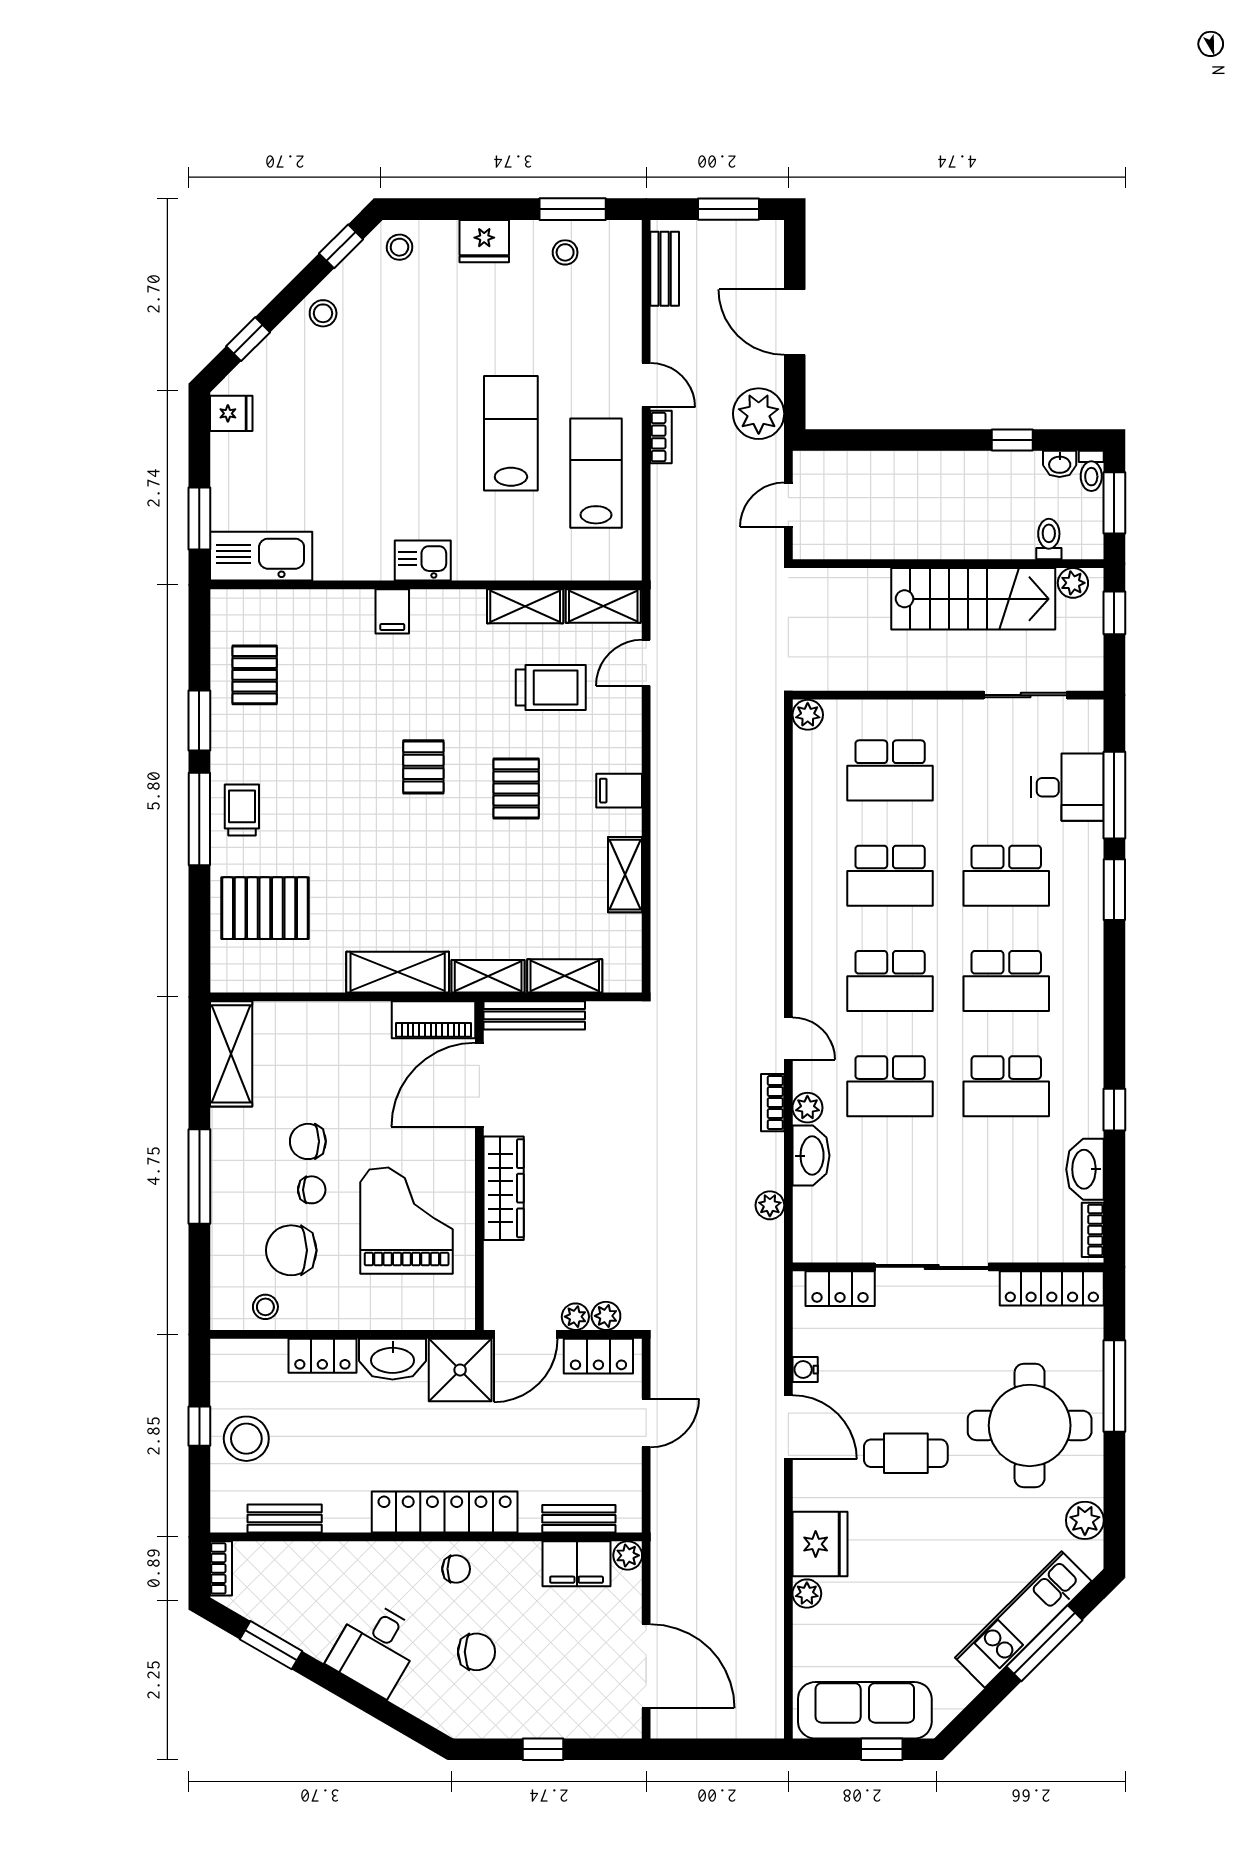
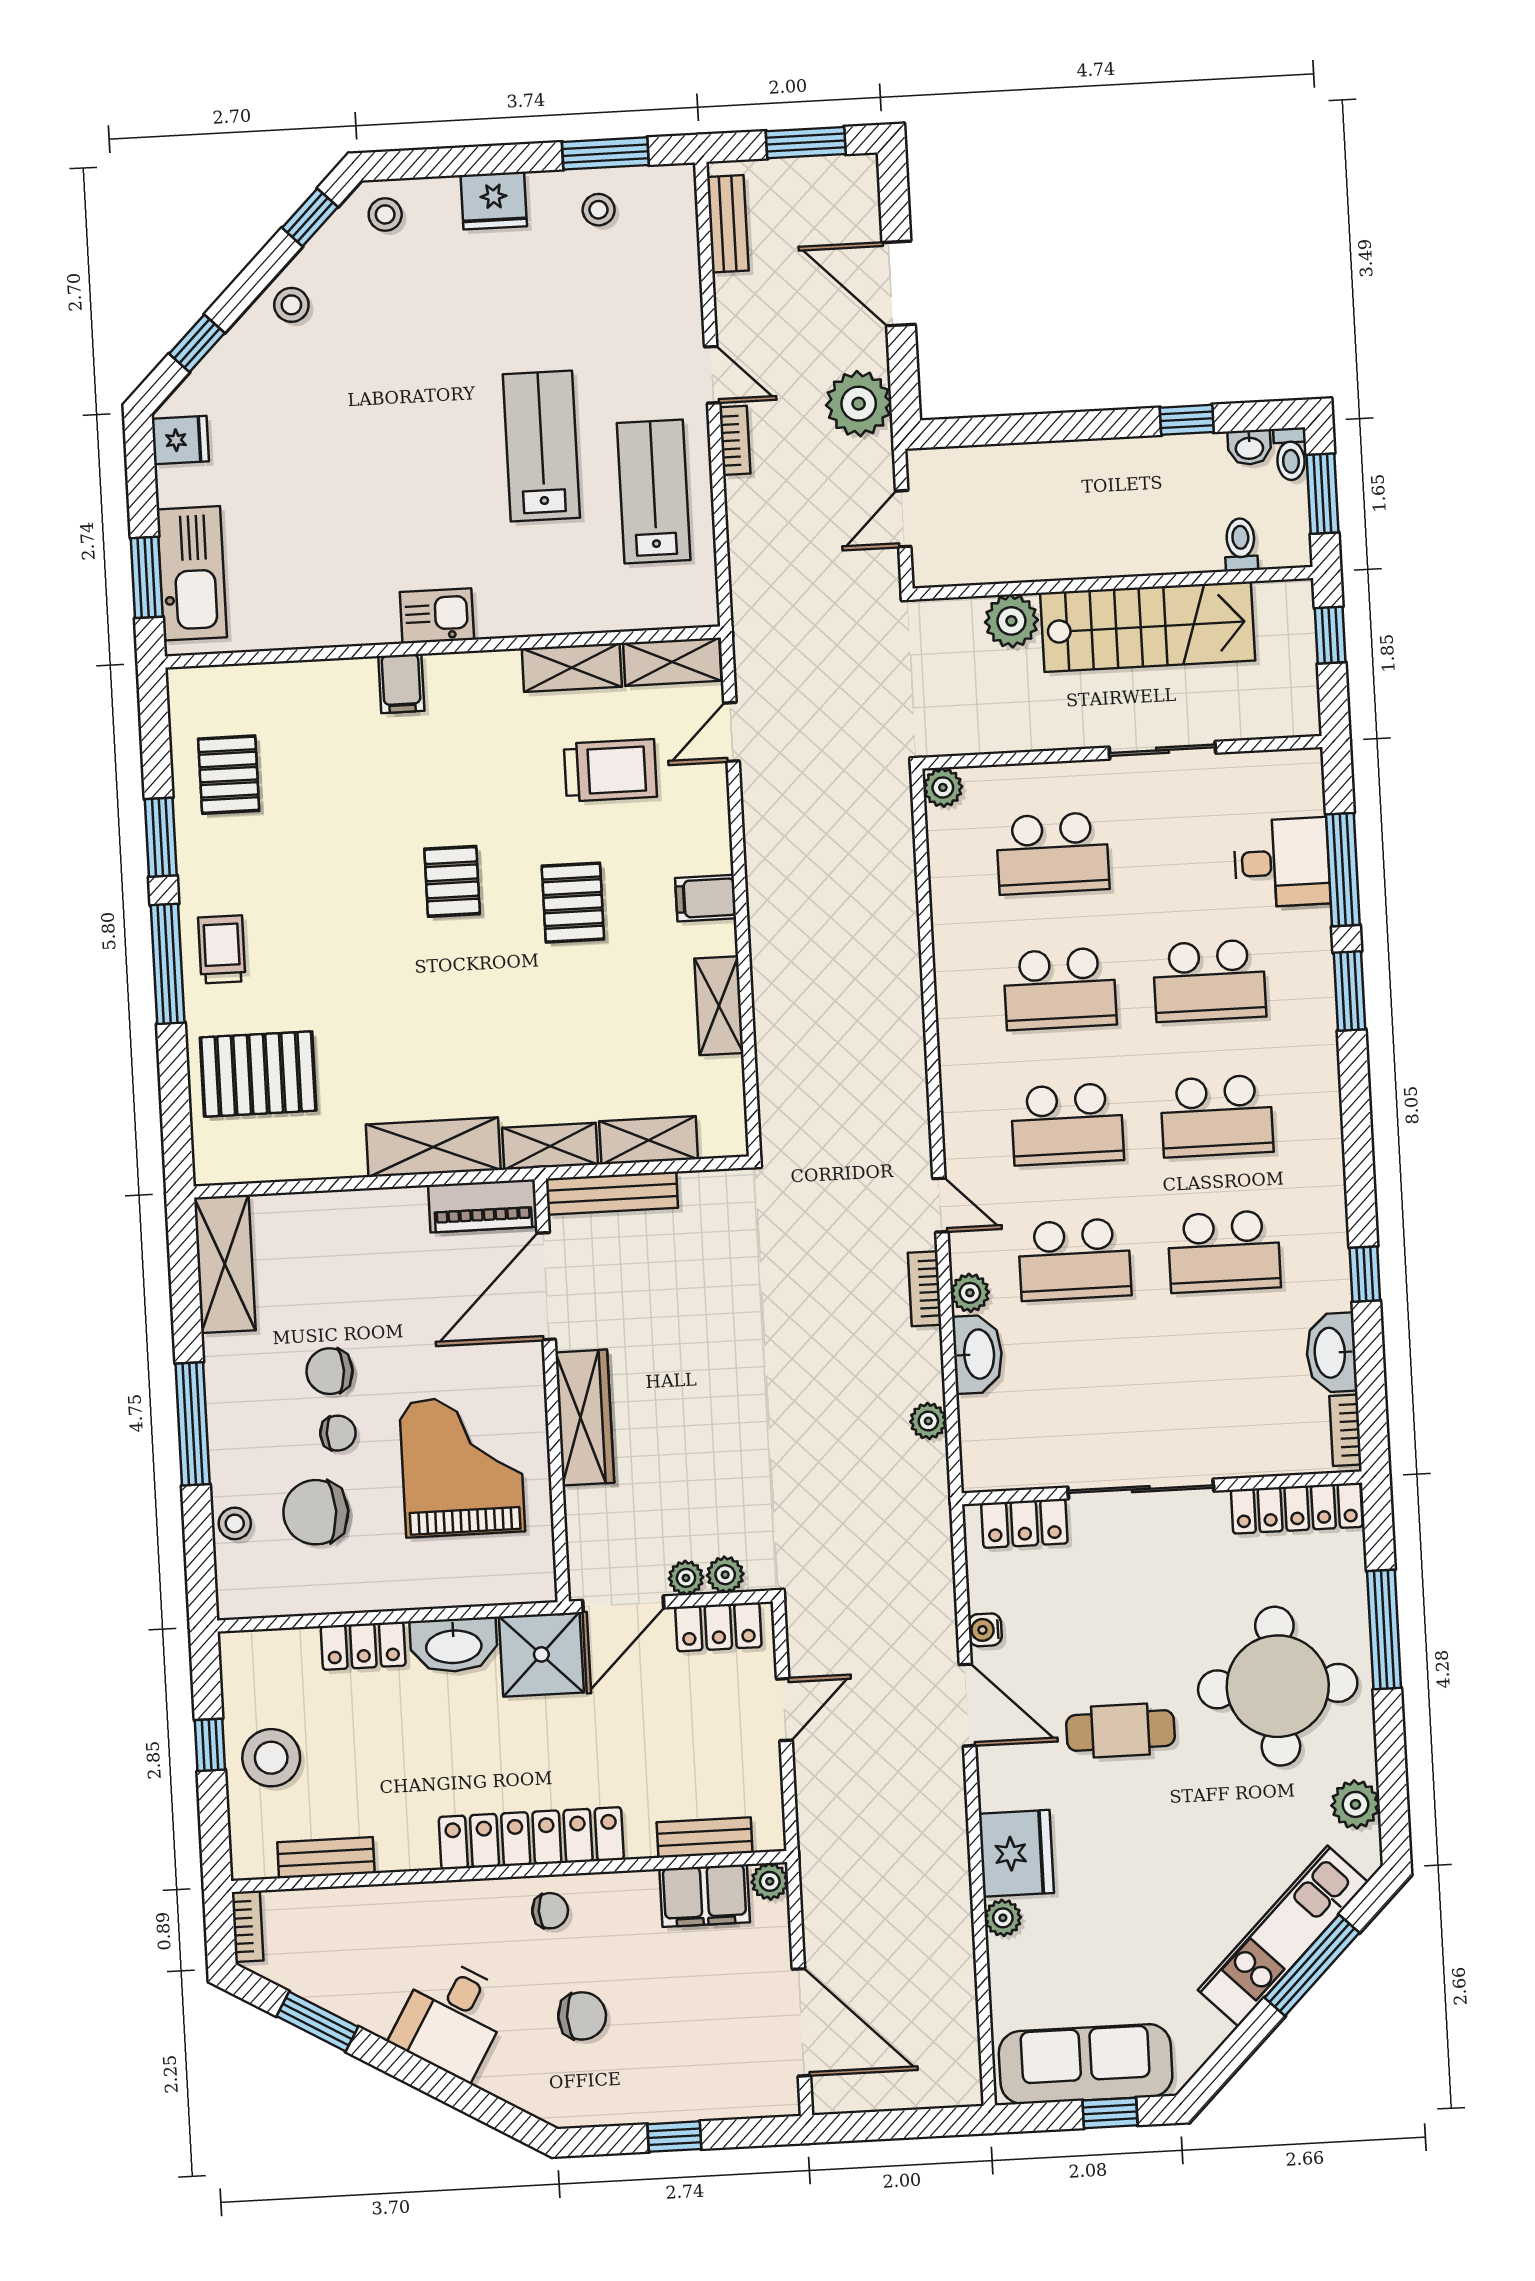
kitchen sink: (261, 556) -> (192, 573), moved, turned 90
plant: (1073, 583) -> (1011, 621), moved, width x1.38, depth x1.38
sliding door: (1026, 695) -> (1162, 750), moved
stool: (265, 1307) -> (235, 1523), moved

